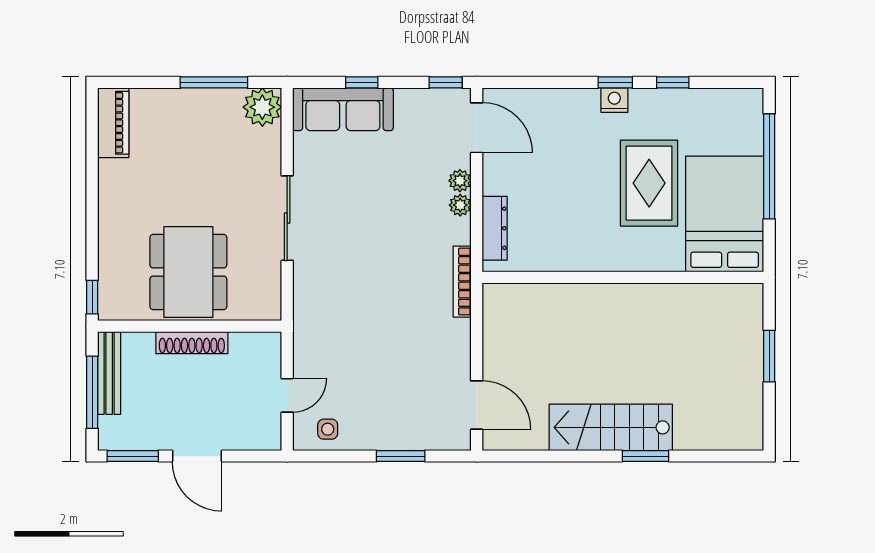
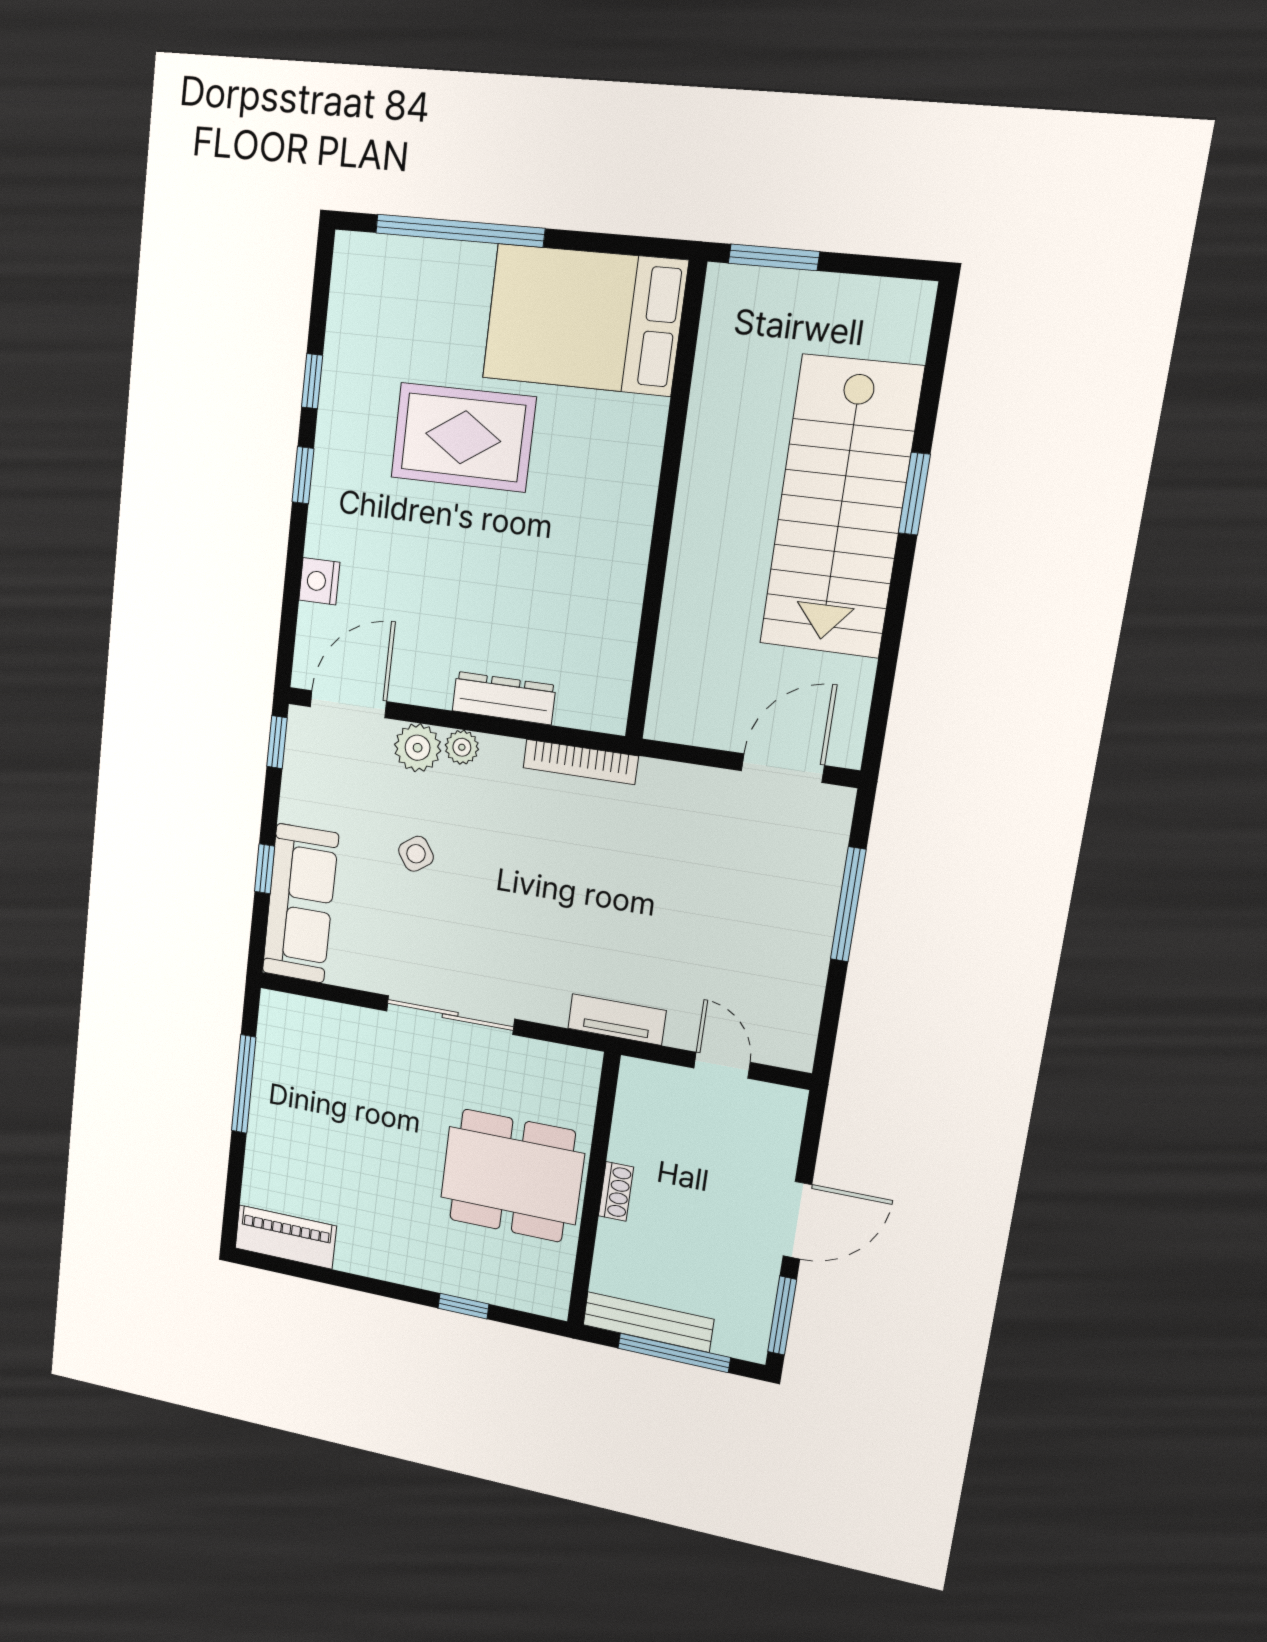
nightstand: (614, 100) -> (319, 581), moved
plant: (262, 107) -> (285, 1021), removed
plant: (460, 181) -> (418, 748), width x1.38, depth x1.38
bed: (725, 214) -> (584, 320), moved
wall: (623, 277) -> (665, 505), moved
window: (92, 297) -> (463, 1306), moved
tv unit: (304, 326) -> (617, 1019), added
shoe rack: (192, 343) -> (616, 1191), width x0.51, depth x0.81
stairs: (611, 427) -> (841, 507), width x1.36, depth x1.51
side table: (328, 429) -> (416, 854), moved, turned -35
window: (401, 456) -> (848, 904), width x1.44

